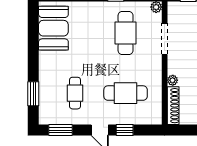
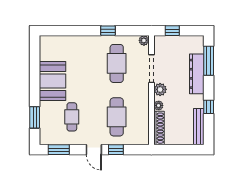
booth: (53, 28) -> (53, 81), moved
plant: (174, 62) -> (160, 89), added
cafe table: (126, 93) -> (117, 117), turned 90

